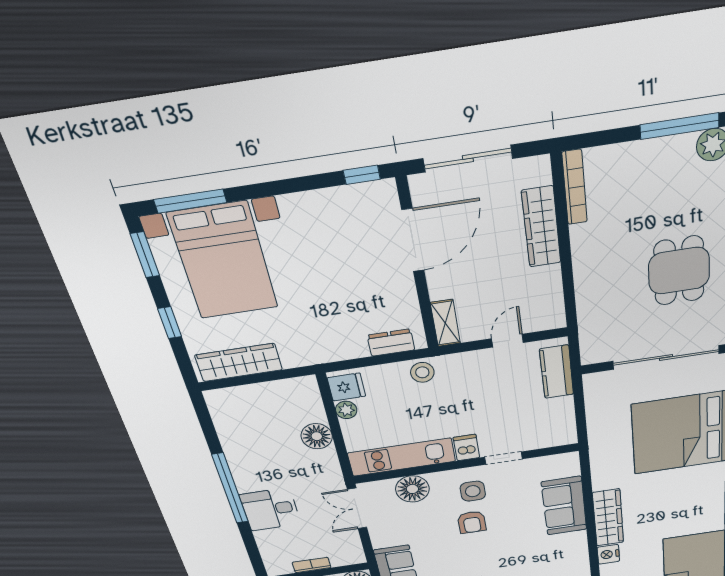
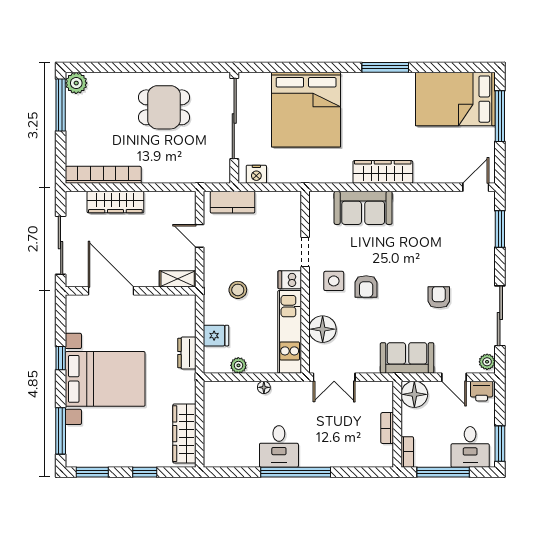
window: (362, 175) -> (61, 358), moved
bookcase: (575, 187) -> (103, 175), width x1.48, depth x1.31
bed with nightstands: (224, 261) -> (105, 379), moved
dresser: (391, 343) -> (187, 353), moved
stool: (422, 372) -> (238, 290), moved
fridge: (346, 387) -> (216, 336), moved, turned 90
floor lamp: (317, 436) -> (264, 387), width x0.53, depth x0.53
desk: (270, 509) -> (279, 446), moved
armchair: (472, 522) -> (366, 286), turned 90
nightstand: (608, 554) -> (256, 174), moved

